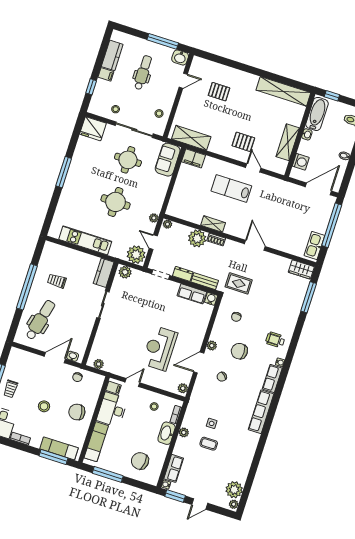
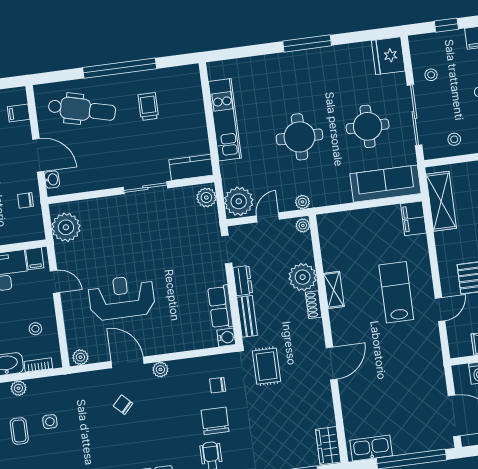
sofa: (168, 160) -> (386, 184), width x1.36
chair: (239, 351) -> (215, 421), moved
filing cabinet: (25, 357) -> (19, 113), added
plant: (99, 364) -> (66, 227), width x1.87, depth x1.87

